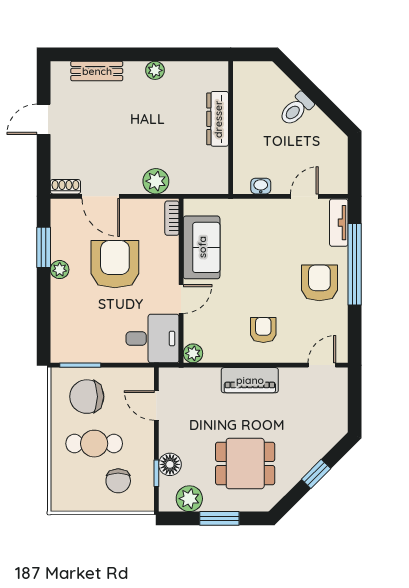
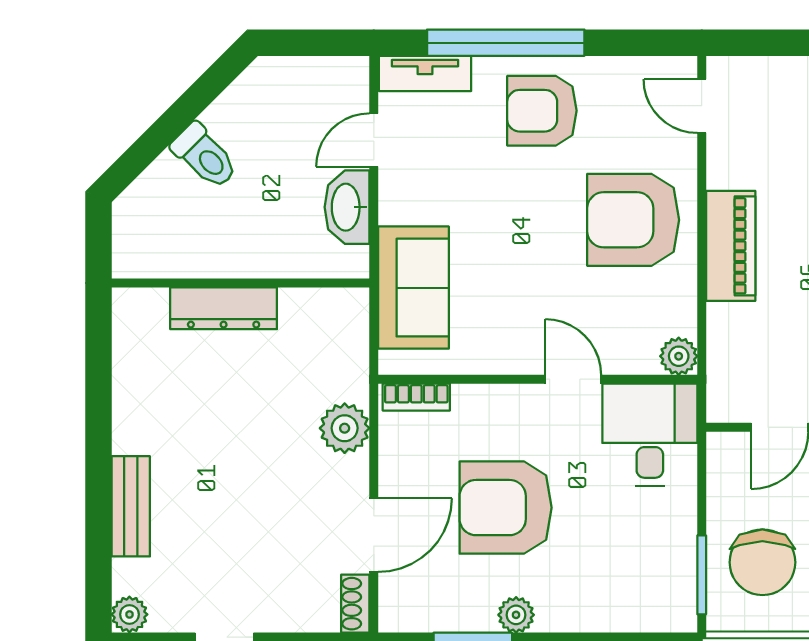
plant: (155, 70) -> (129, 614), moved
bench: (97, 71) -> (131, 506), moved
washbasin: (261, 186) -> (347, 207), width x1.91, depth x1.45
door: (304, 196) -> (374, 140), hinge flipped
sofa: (202, 247) -> (414, 288), moved, turned 90
armchair: (263, 330) -> (633, 220), width x1.88, depth x1.88

